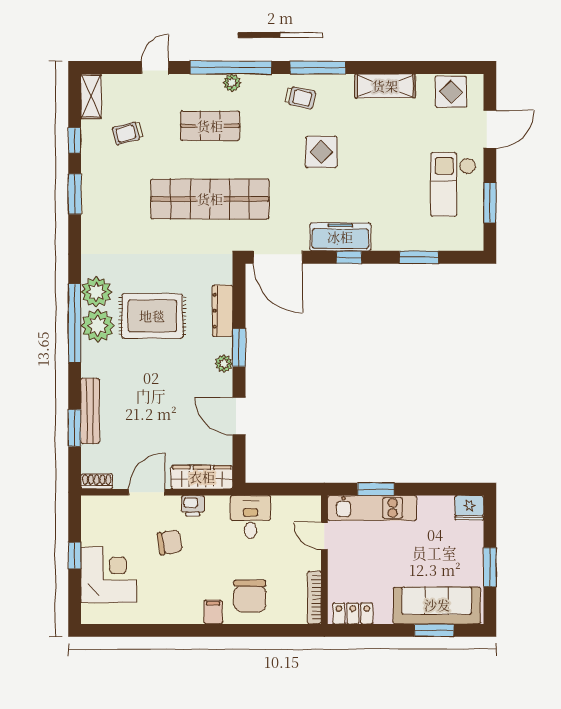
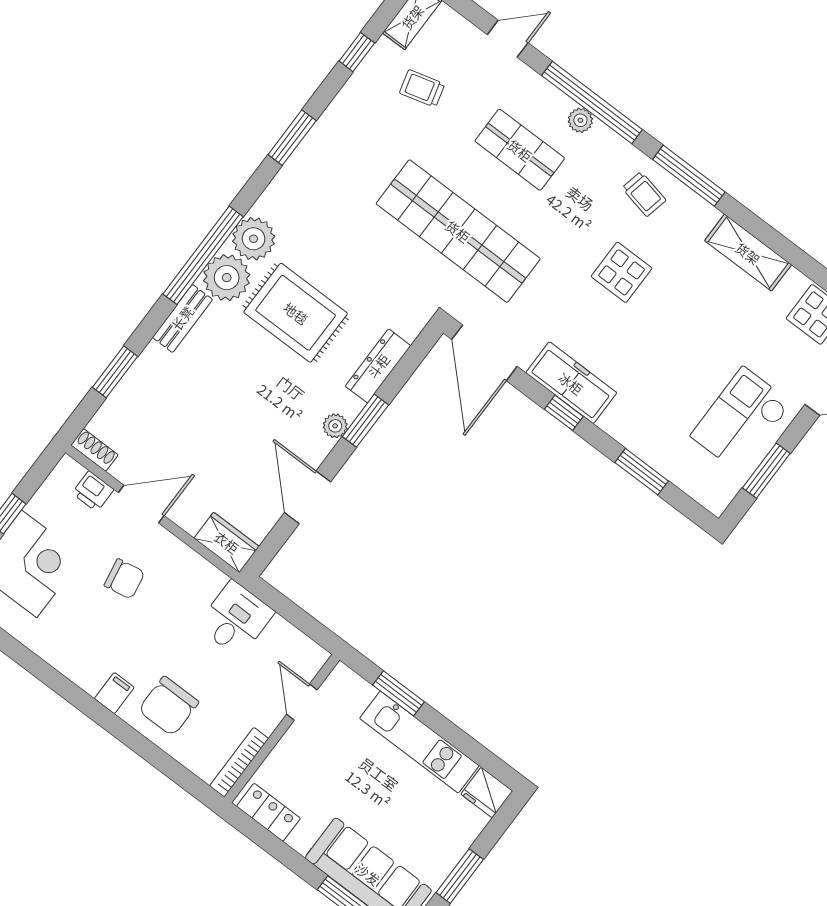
window: (75, 194) -> (292, 138), moved
bench: (90, 411) -> (182, 318), moved, width x0.73
wardrobe: (202, 477) -> (227, 542), width x0.67
printer: (193, 506) -> (93, 491), moved
kitchen unit: (372, 508) -> (419, 742), moved

